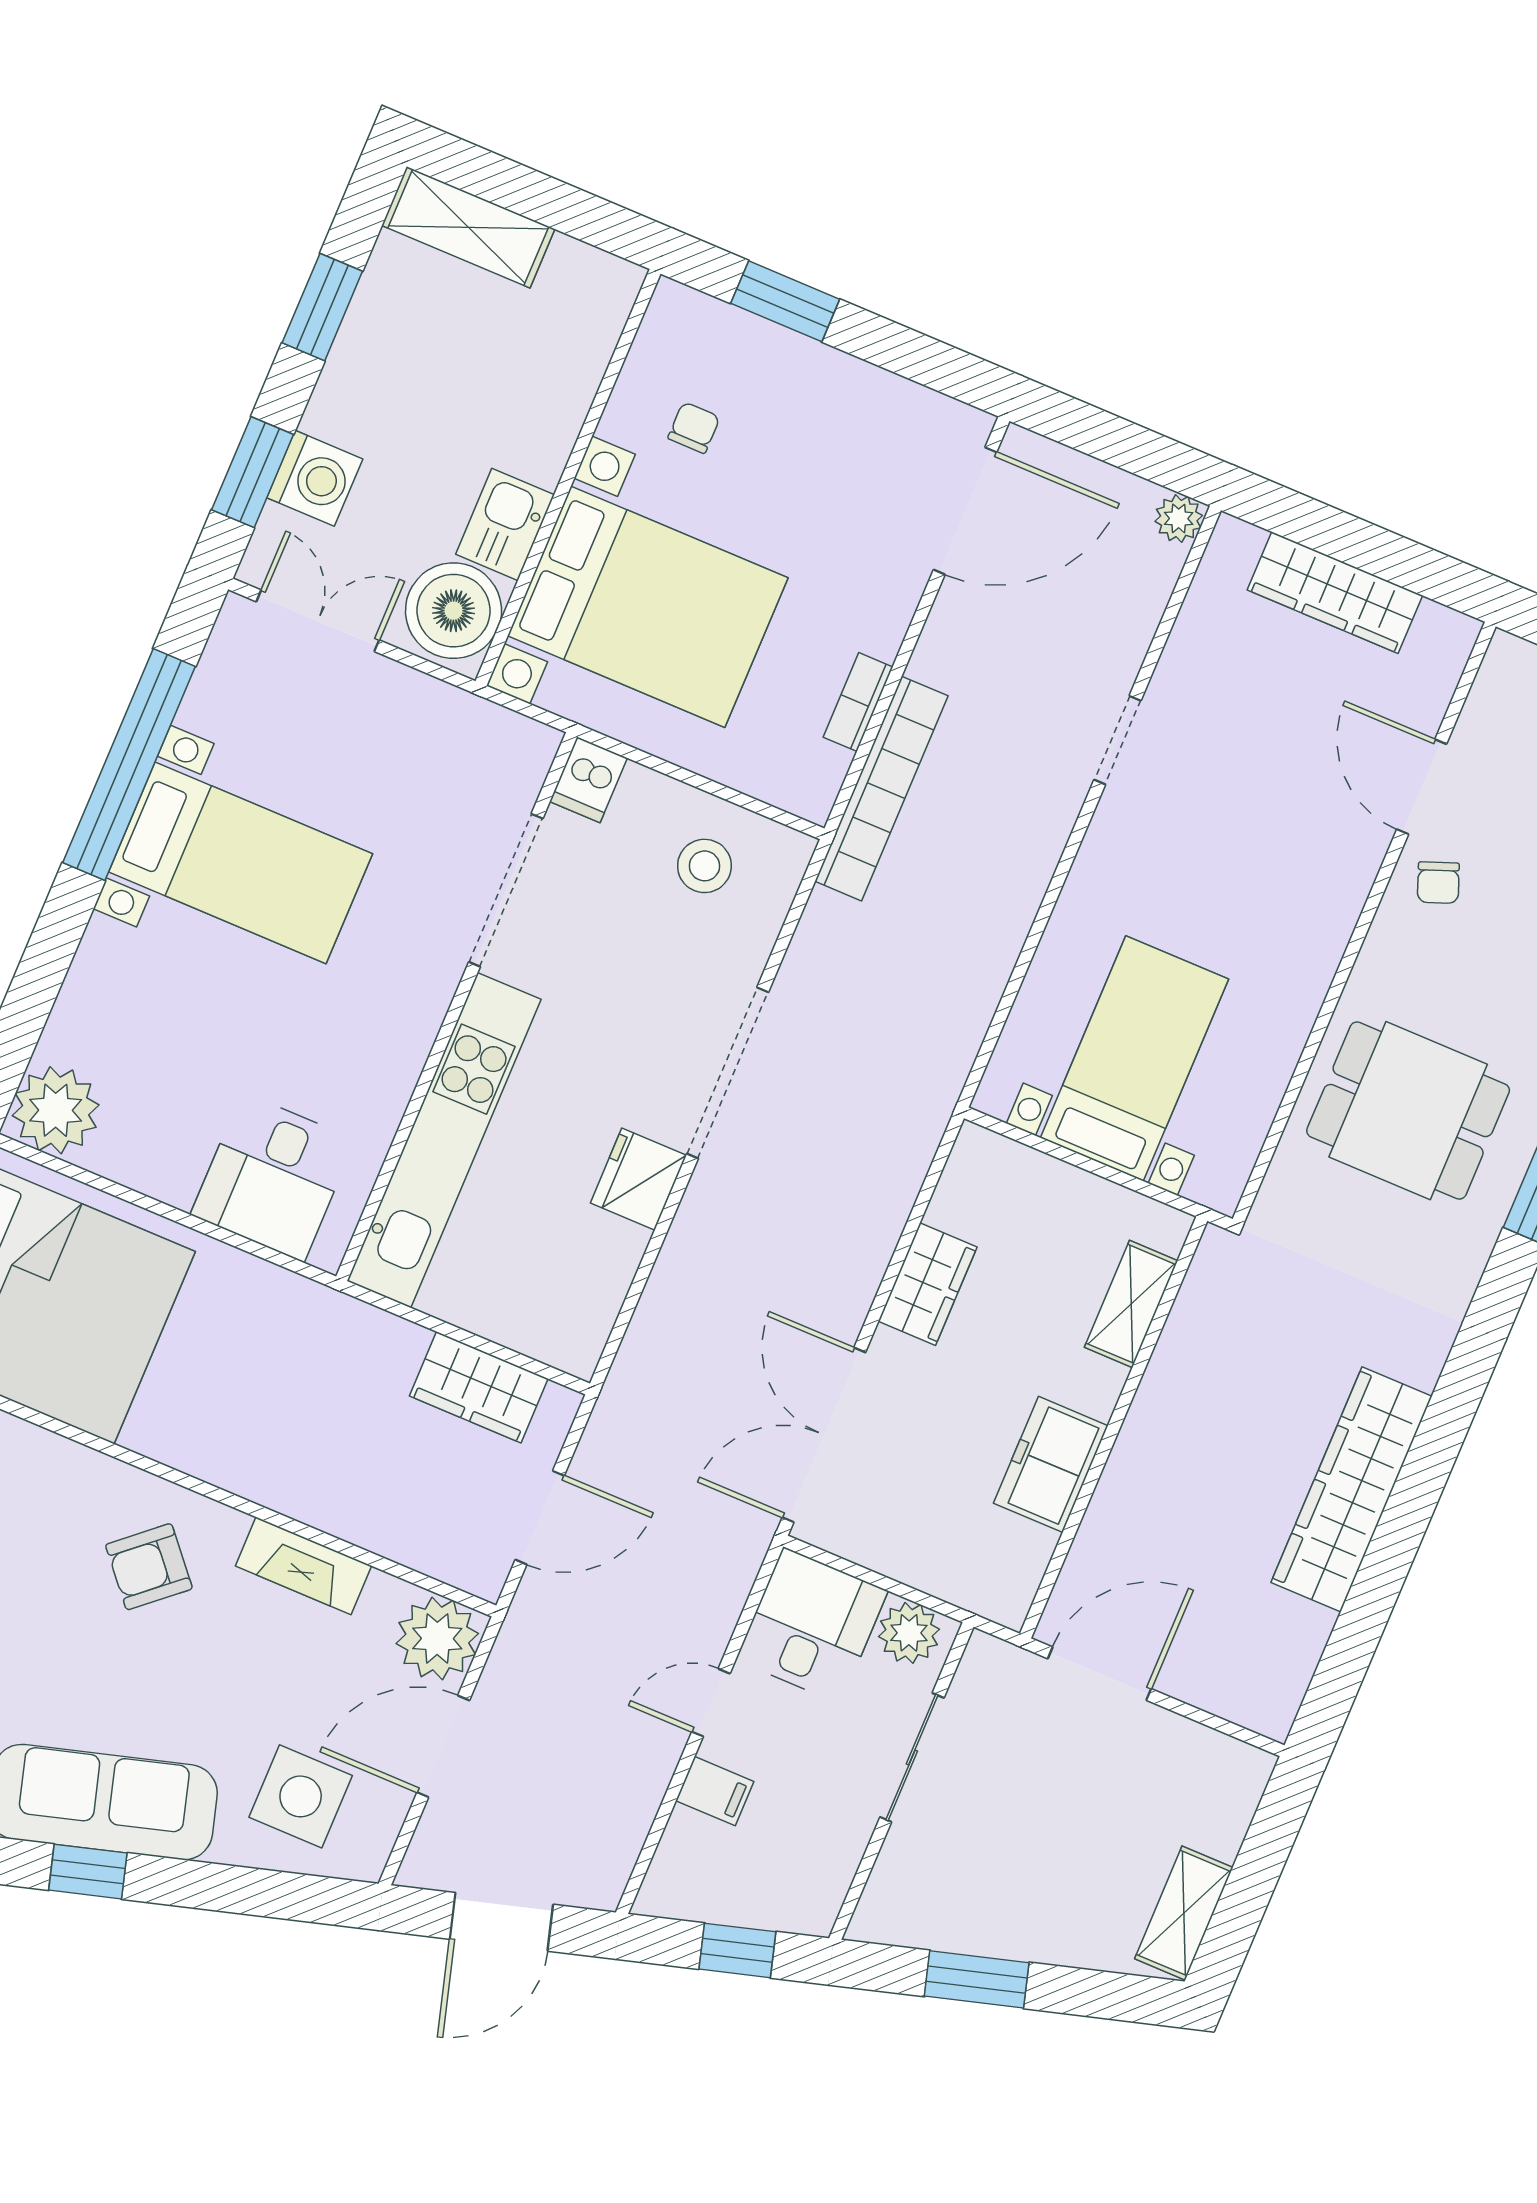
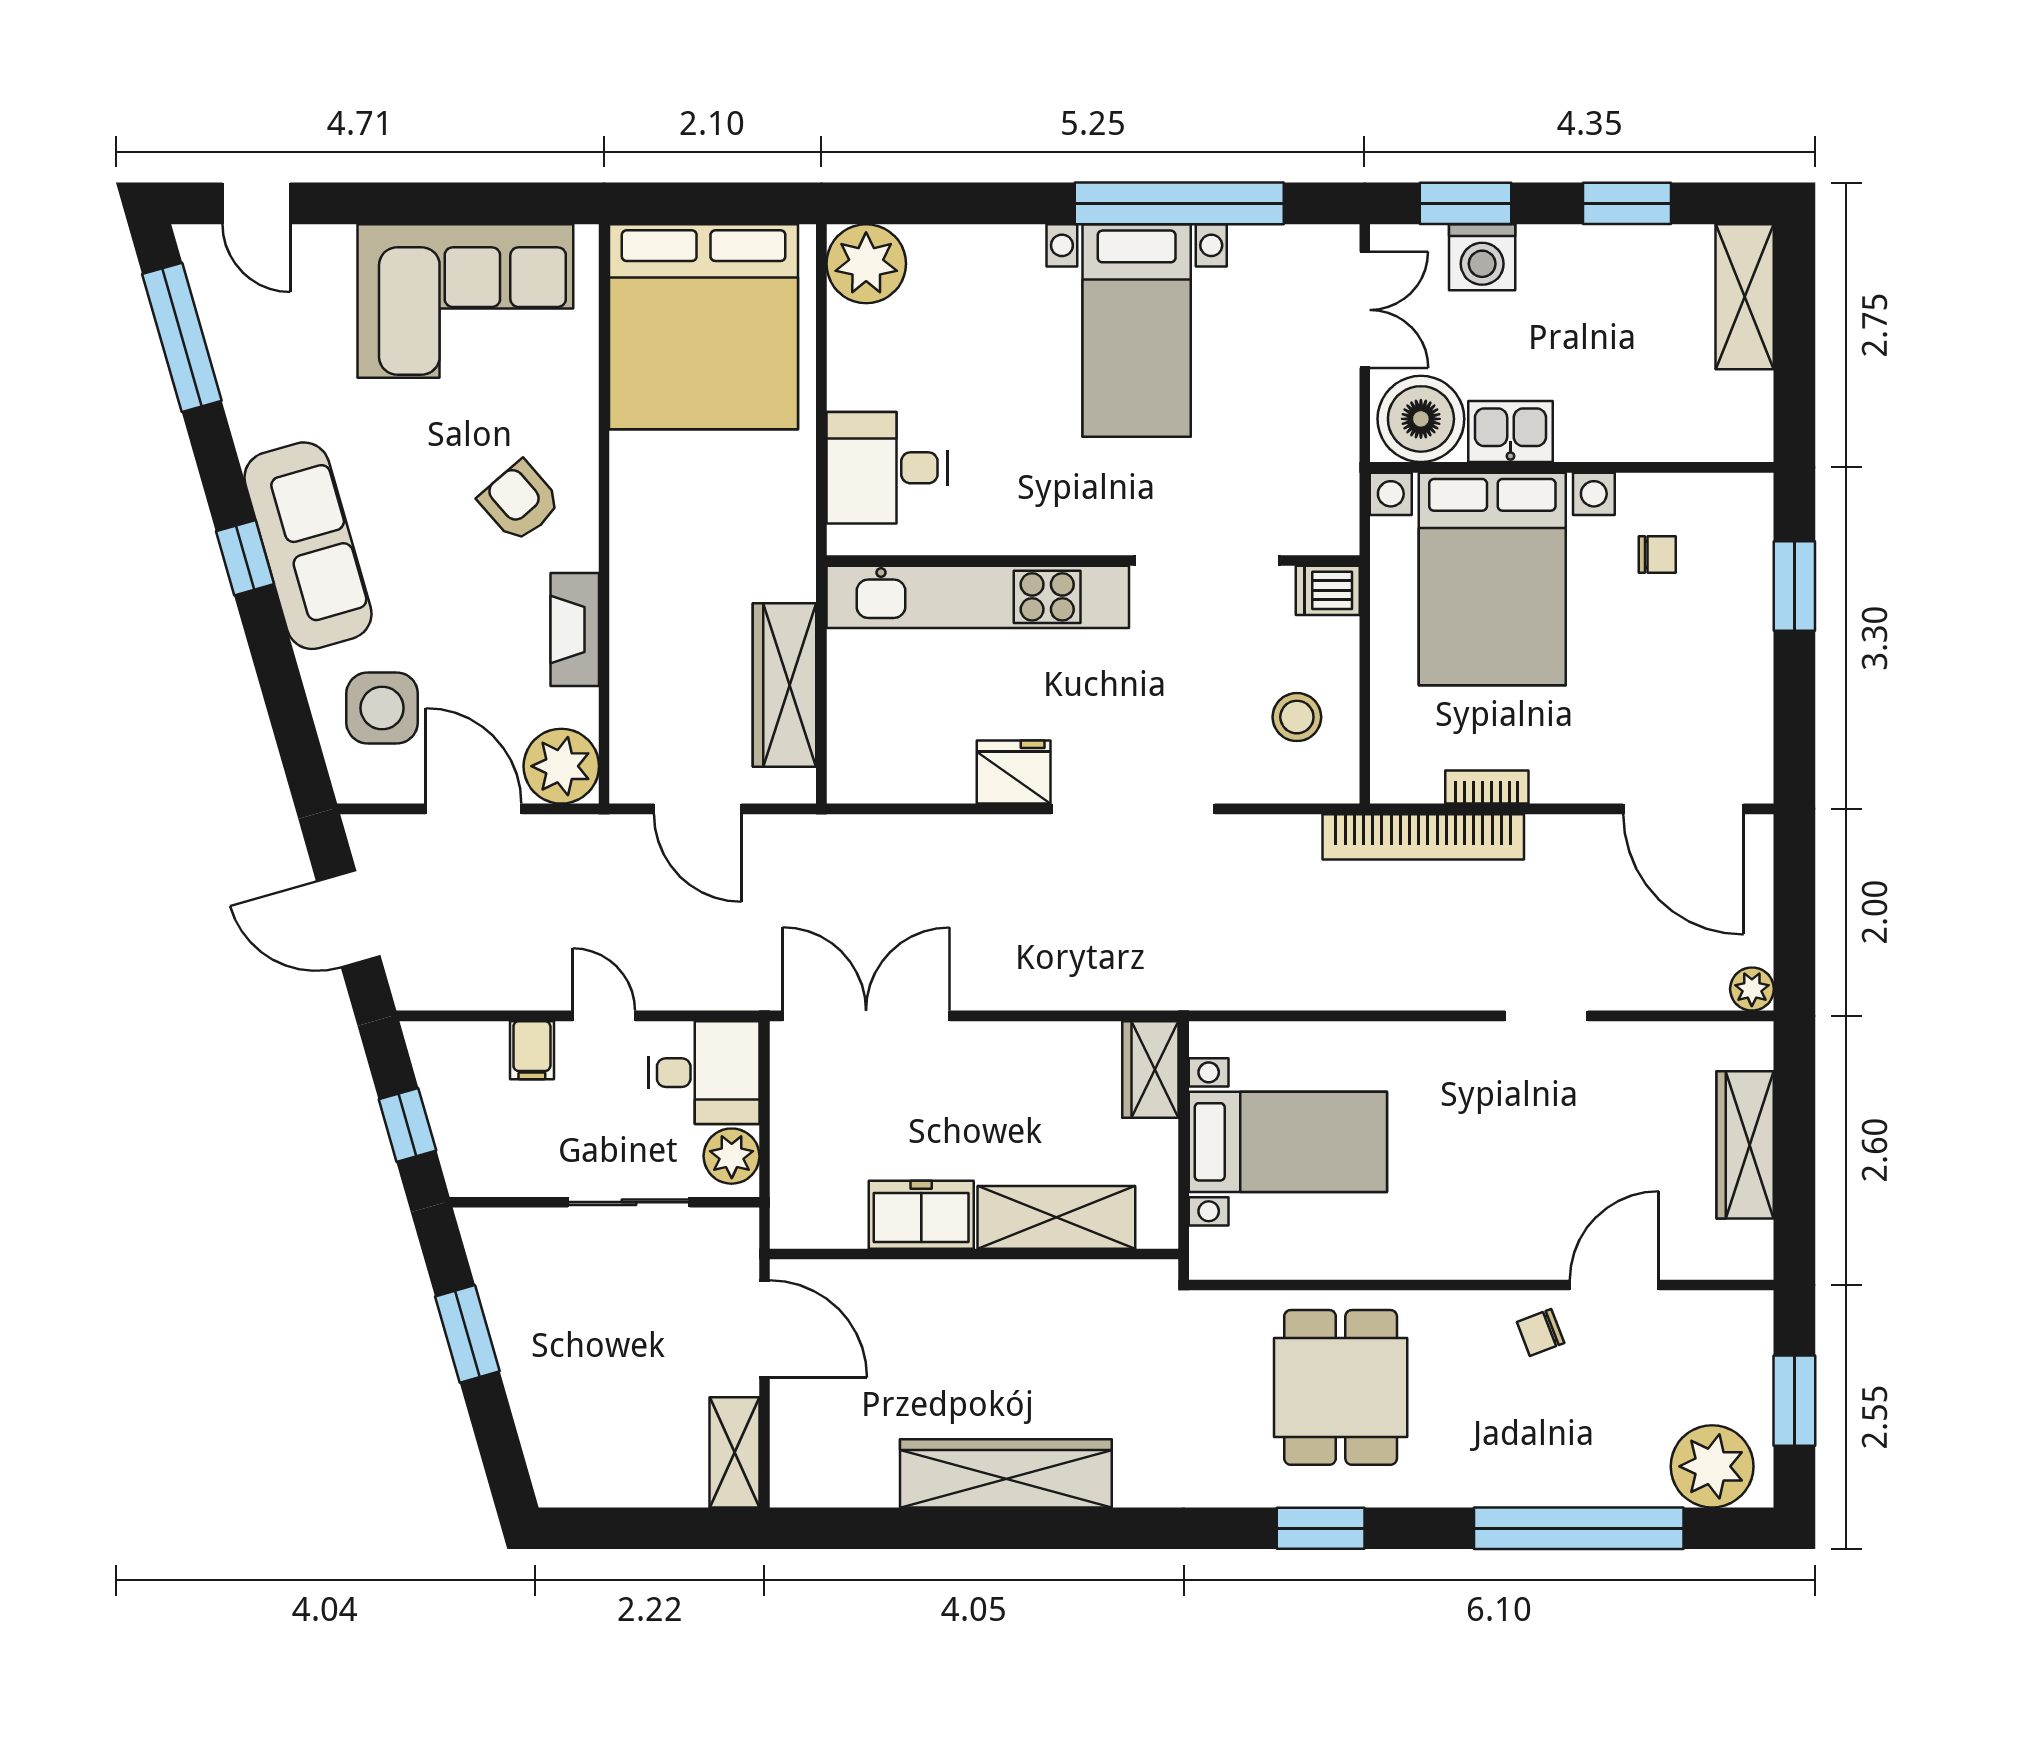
wardrobe: (928, 1284) -> (1150, 1069), moved, turned 90
shelving: (1131, 1304) -> (1056, 1217), width x1.50, depth x1.33
wardrobe: (479, 1387) -> (785, 685), width x1.50
shelving: (1184, 1913) -> (734, 1452), moved, turned 90

